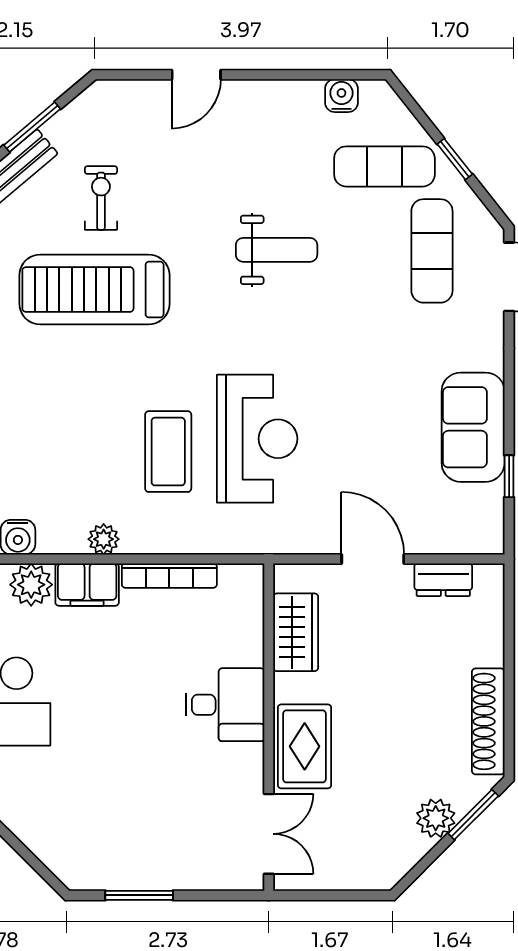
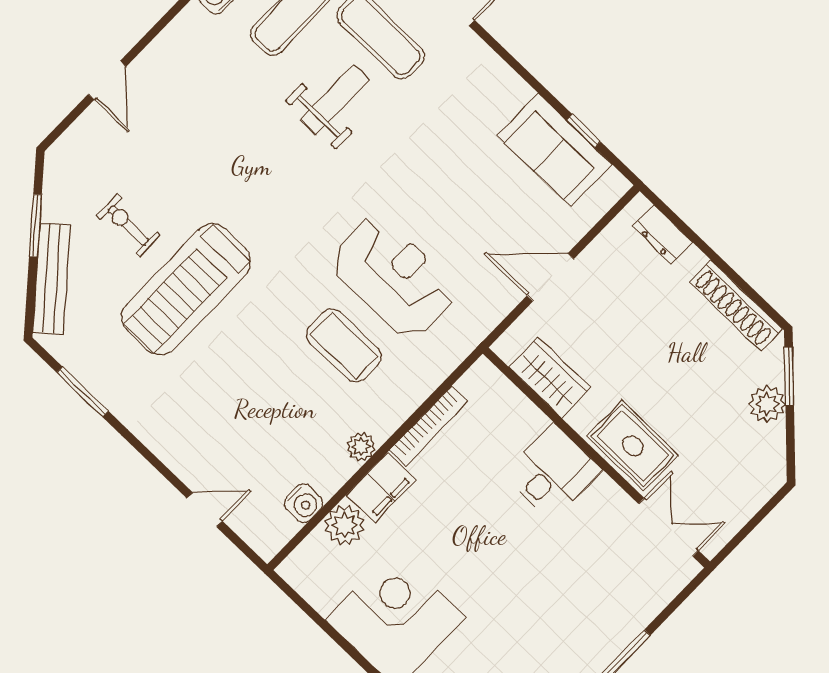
weight bench: (277, 250) -> (335, 100), moved
sofa: (473, 427) -> (554, 150), moved
dresser: (443, 580) -> (662, 234), moved, turned 90

